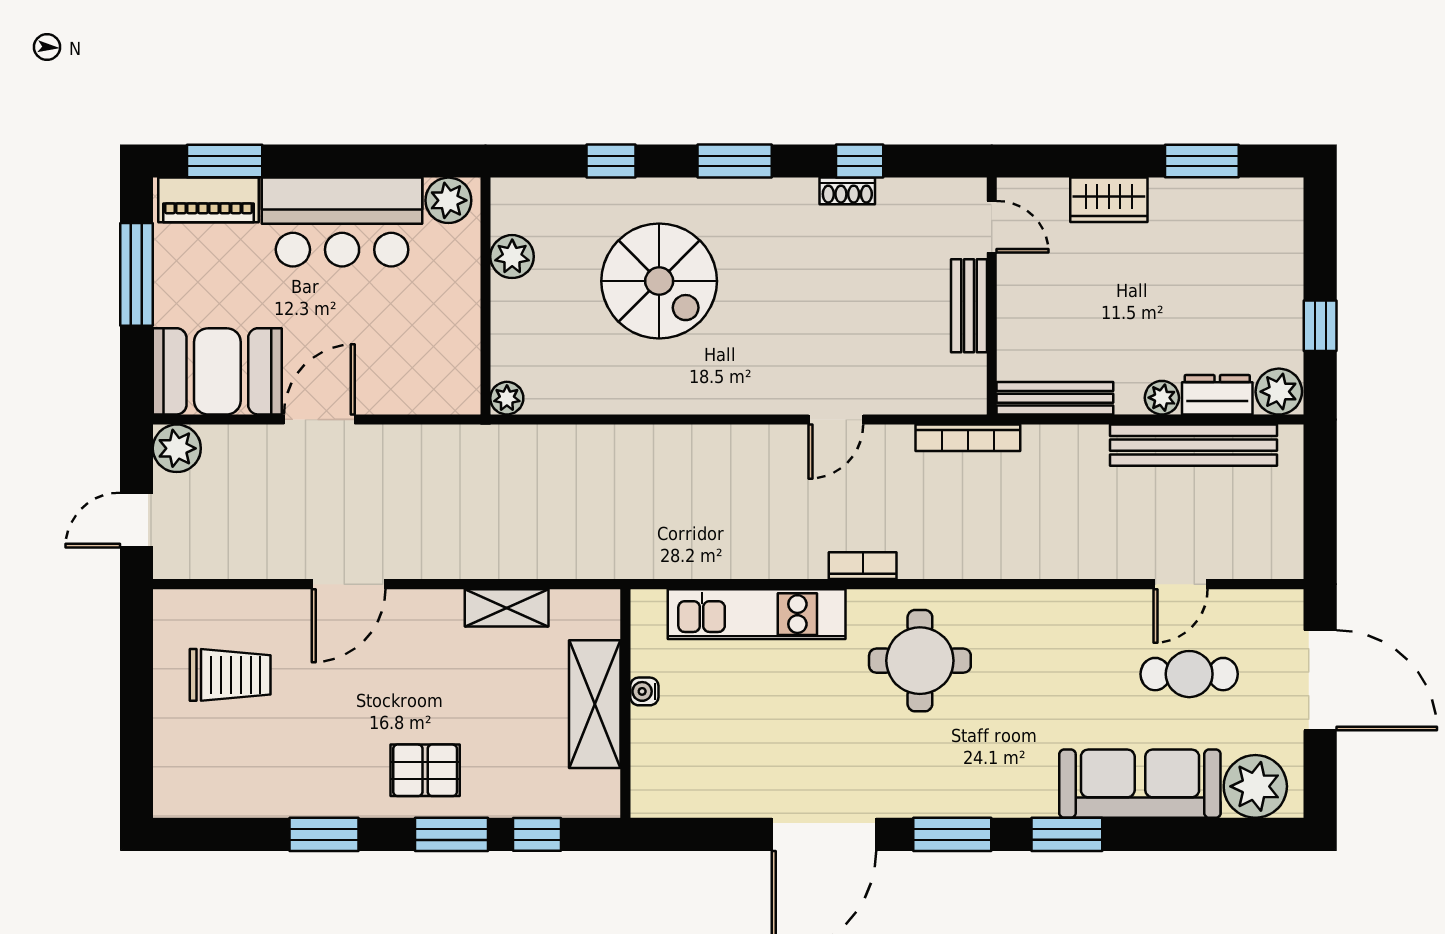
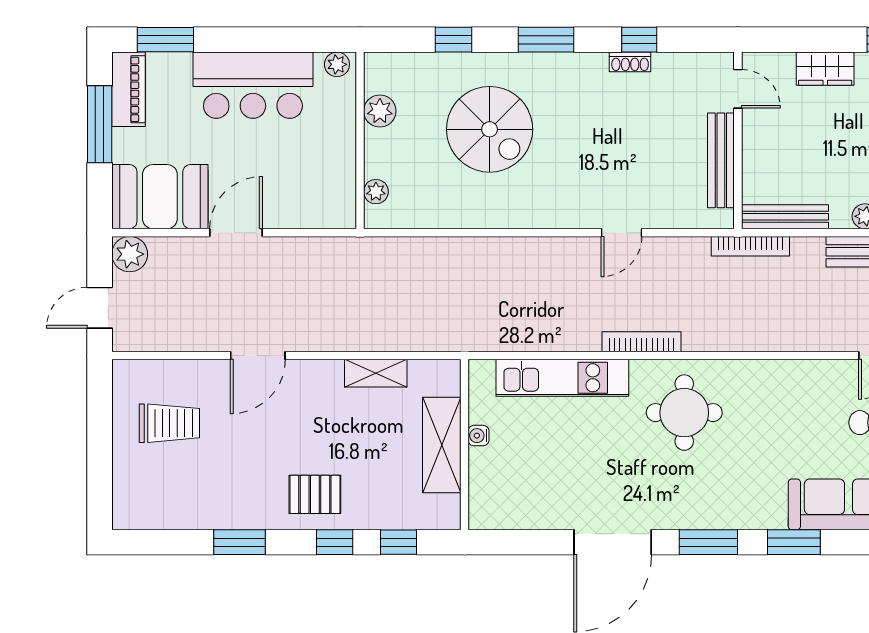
piano: (208, 200) -> (129, 89), moved, turned -90
plant: (448, 200) -> (337, 64), width x0.73, depth x0.73
bench: (969, 306) -> (721, 160), width x1.36
plant: (507, 398) -> (376, 192), moved
bookcase: (968, 438) -> (750, 246), moved
bookcase: (863, 566) -> (641, 342), width x1.56
window: (451, 834) -> (335, 542), width x0.67

